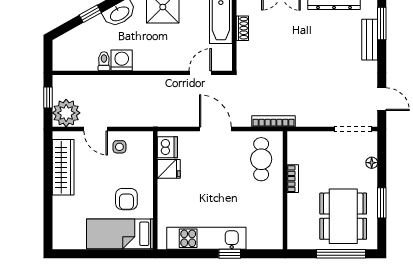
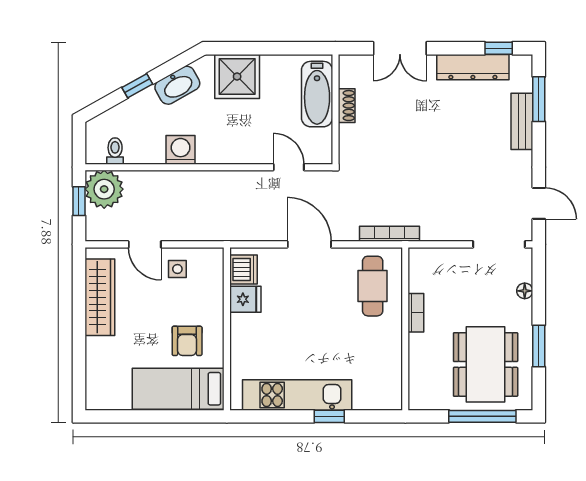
toilet: (104, 61) -> (115, 151), moved
door: (200, 73) -> (289, 167), hinge flipped
plant: (66, 113) -> (104, 189), moved

